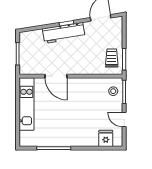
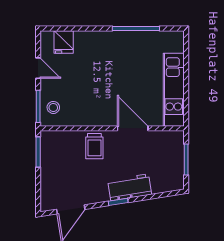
workbench: (64, 33) -> (130, 187), width x0.73
trolley: (112, 58) -> (94, 146), moved

